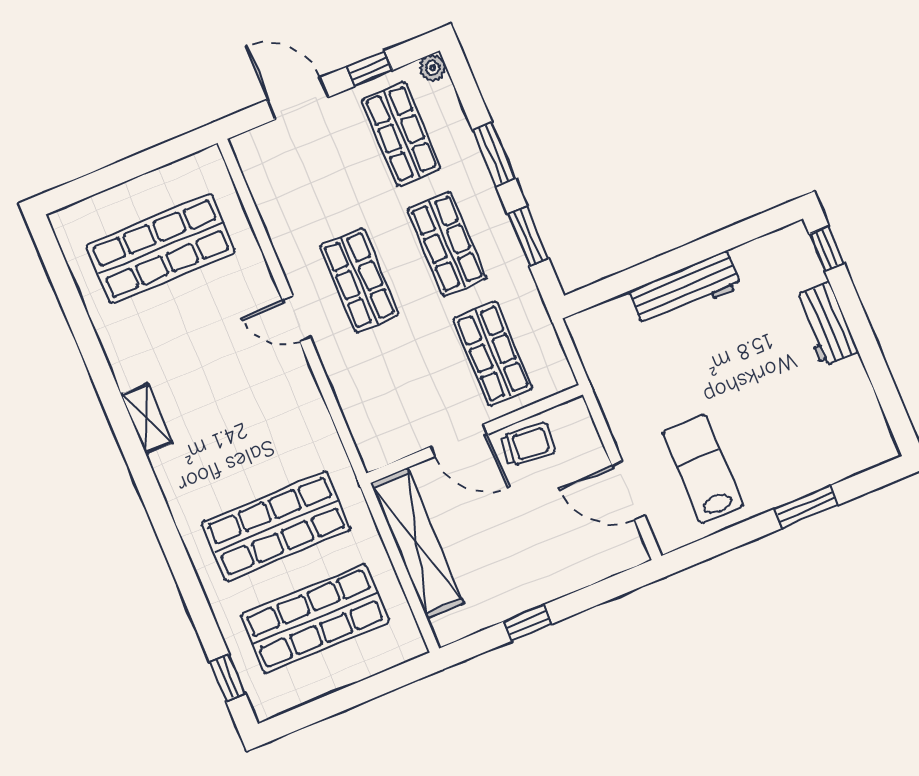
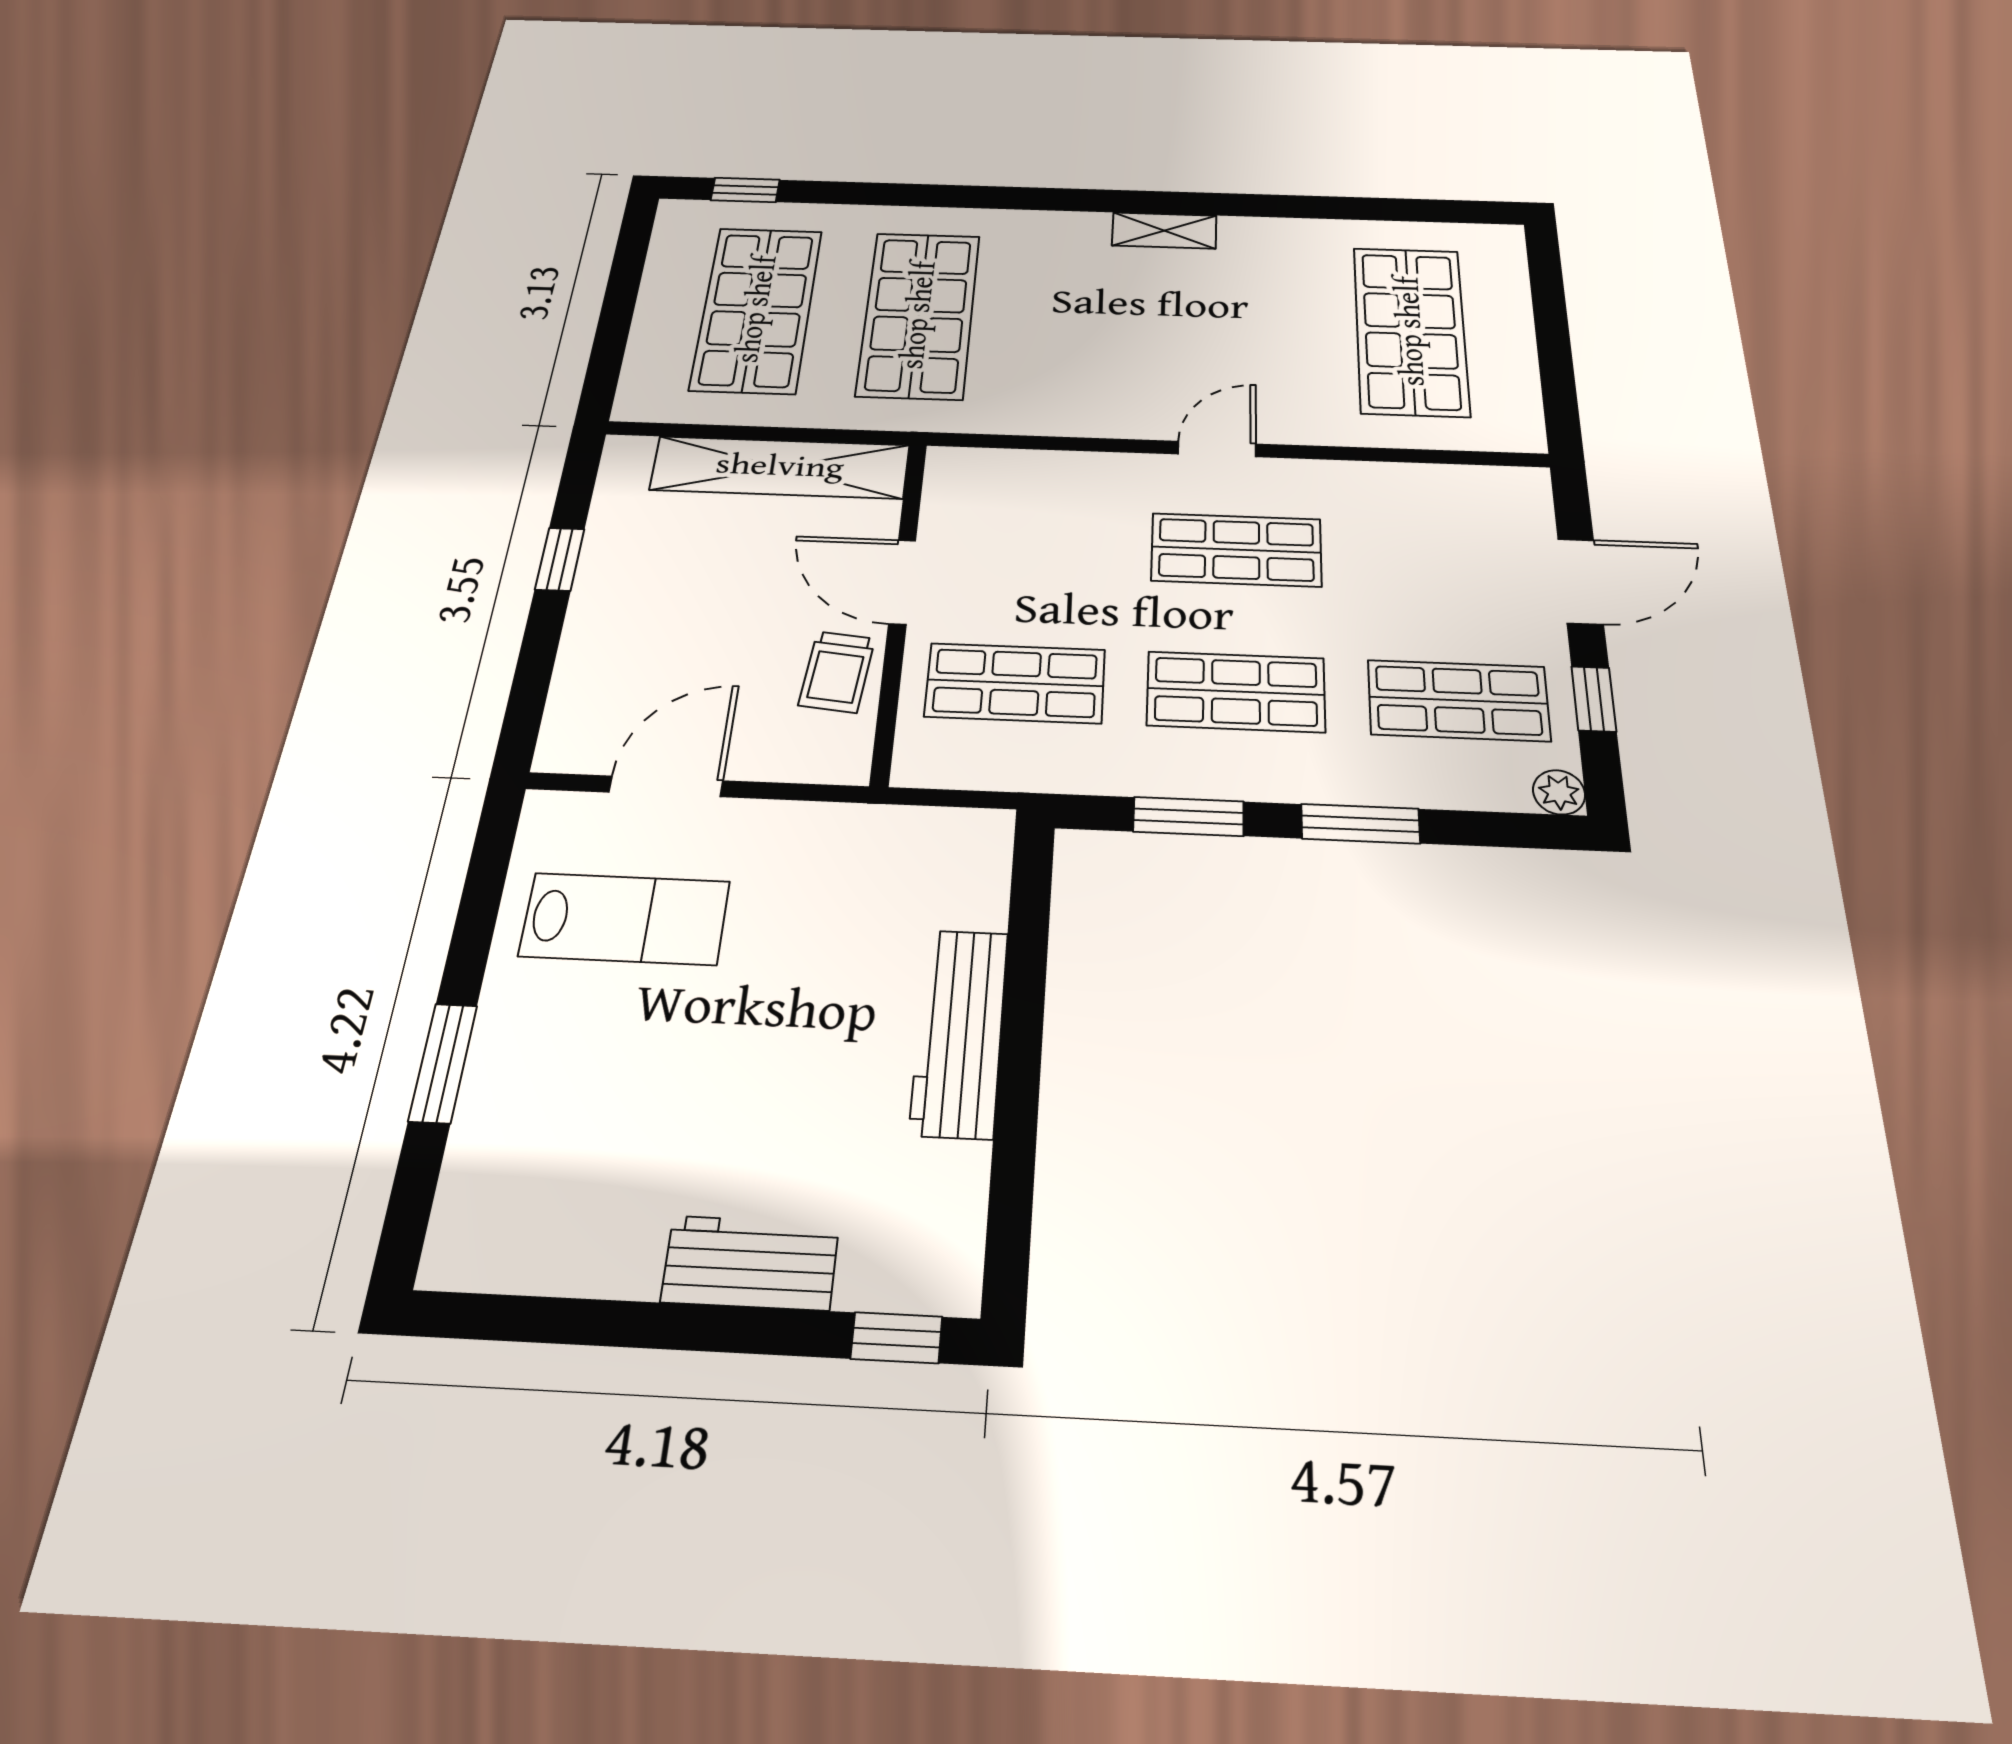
door: (459, 440) -> (902, 582), hinge flipped

